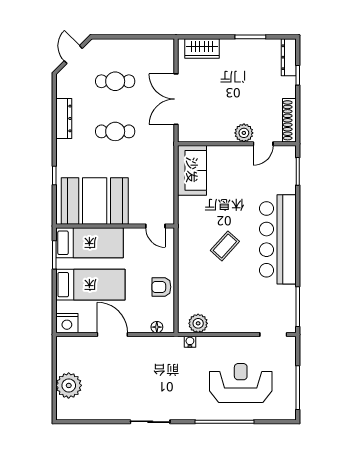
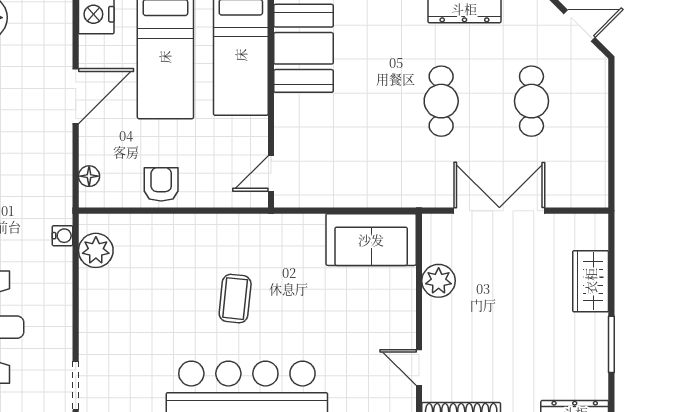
wardrobe: (202, 48) -> (591, 281), moved
plant: (244, 133) -> (439, 281), moved
booth: (95, 201) -> (304, 48), width x0.73, depth x0.70
coffee table: (225, 246) -> (235, 299), turned 54

